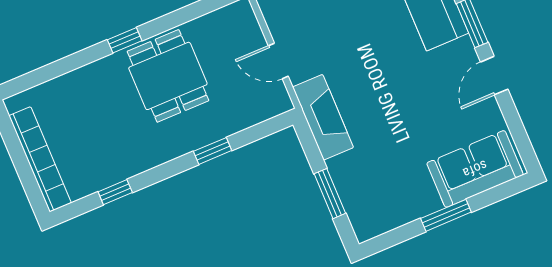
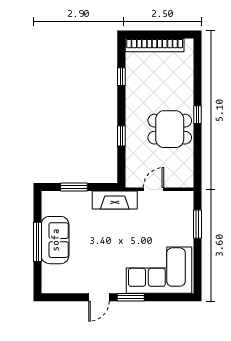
door: (494, 76) -> (99, 297), swing flipped
sofa: (475, 169) -> (55, 240), moved
window: (446, 215) -> (37, 242), width x1.44

